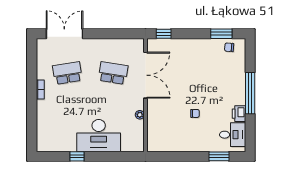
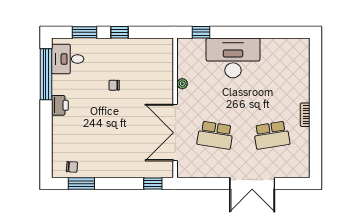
double door: (64, 34) -> (252, 184), moved
window: (250, 93) -> (46, 74), moved
printer: (239, 114) -> (60, 105), moved
window: (77, 156) -> (201, 32), moved
window: (191, 156) -> (119, 32), added

